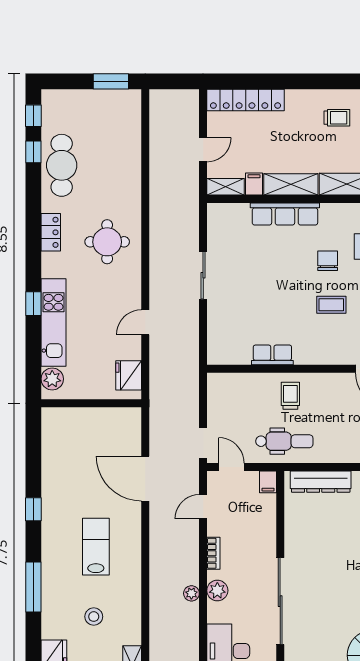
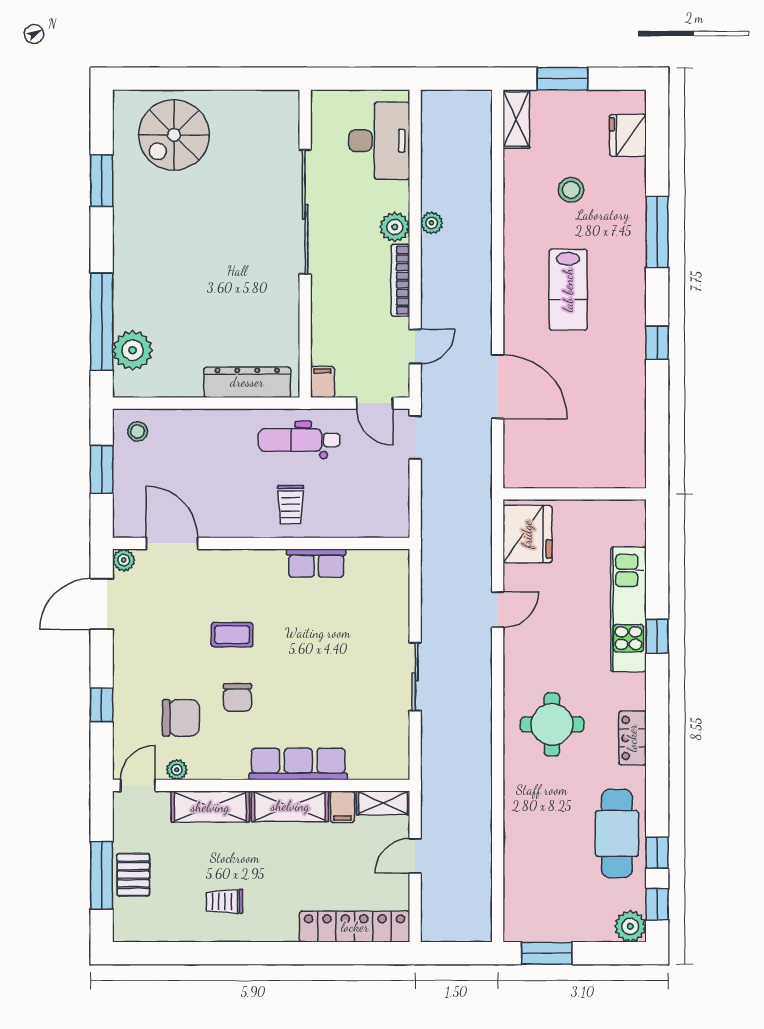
fridge: (129, 375) -> (527, 534), width x1.36, depth x1.34
plant: (52, 379) -> (630, 926), moved
bookcase: (213, 553) -> (400, 280), width x1.56

